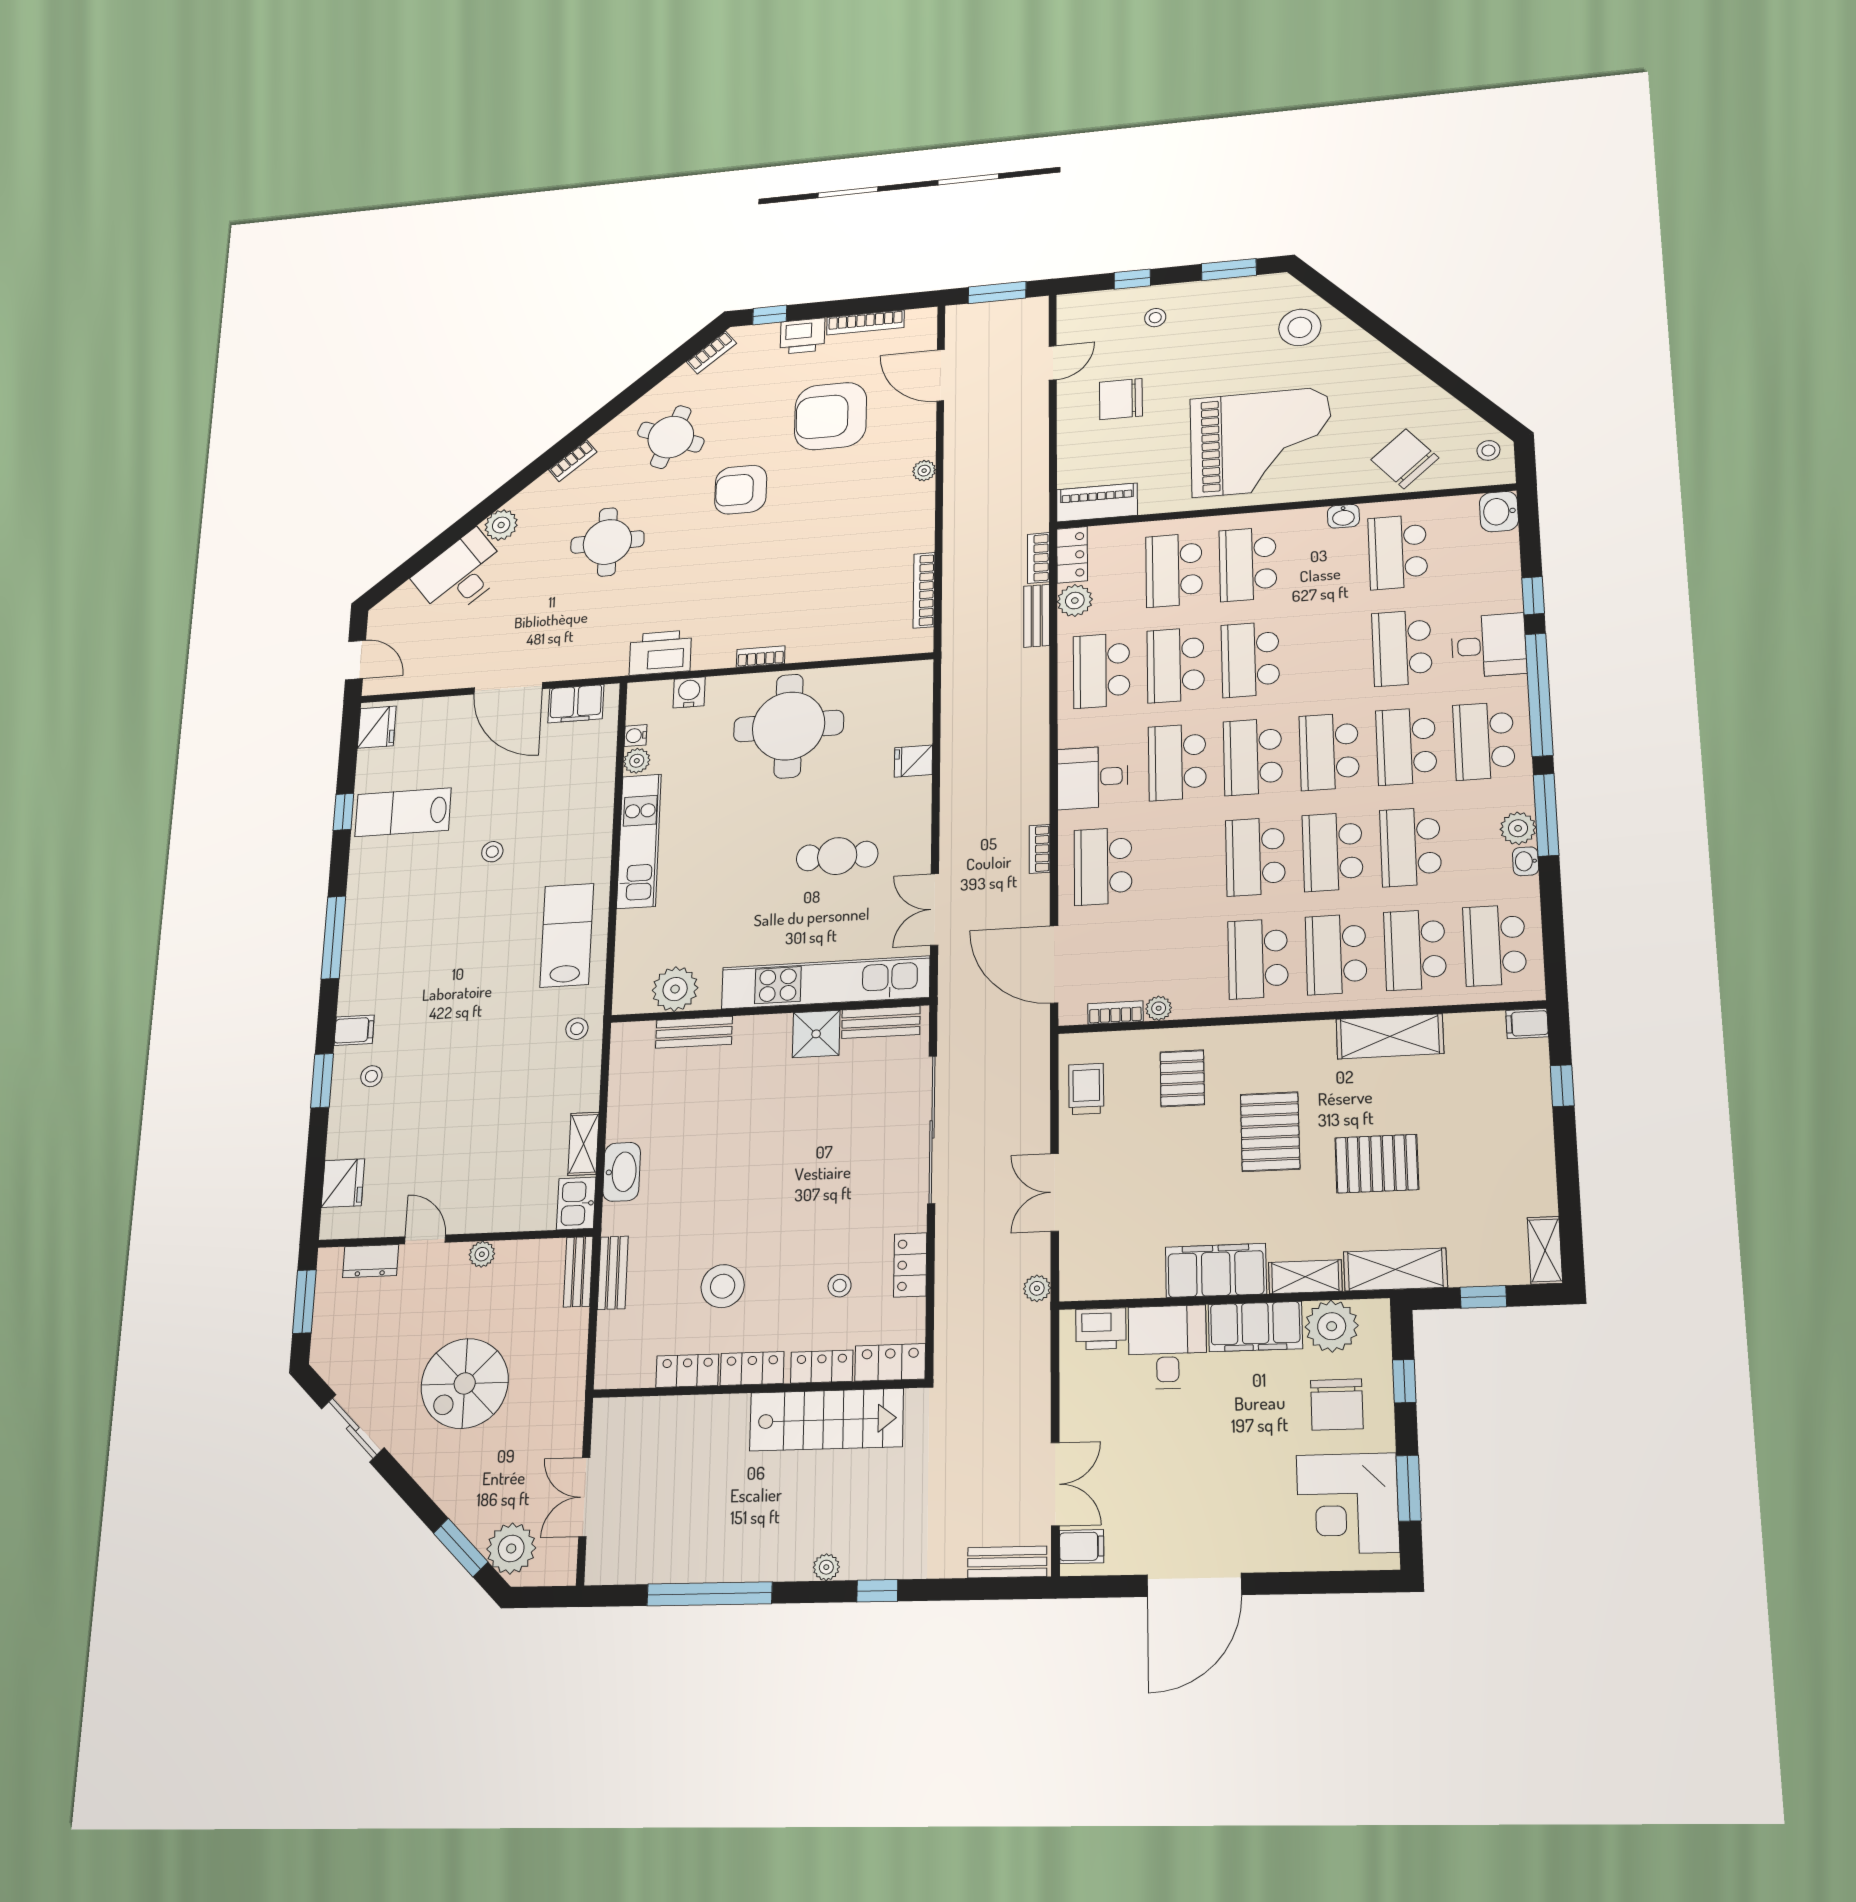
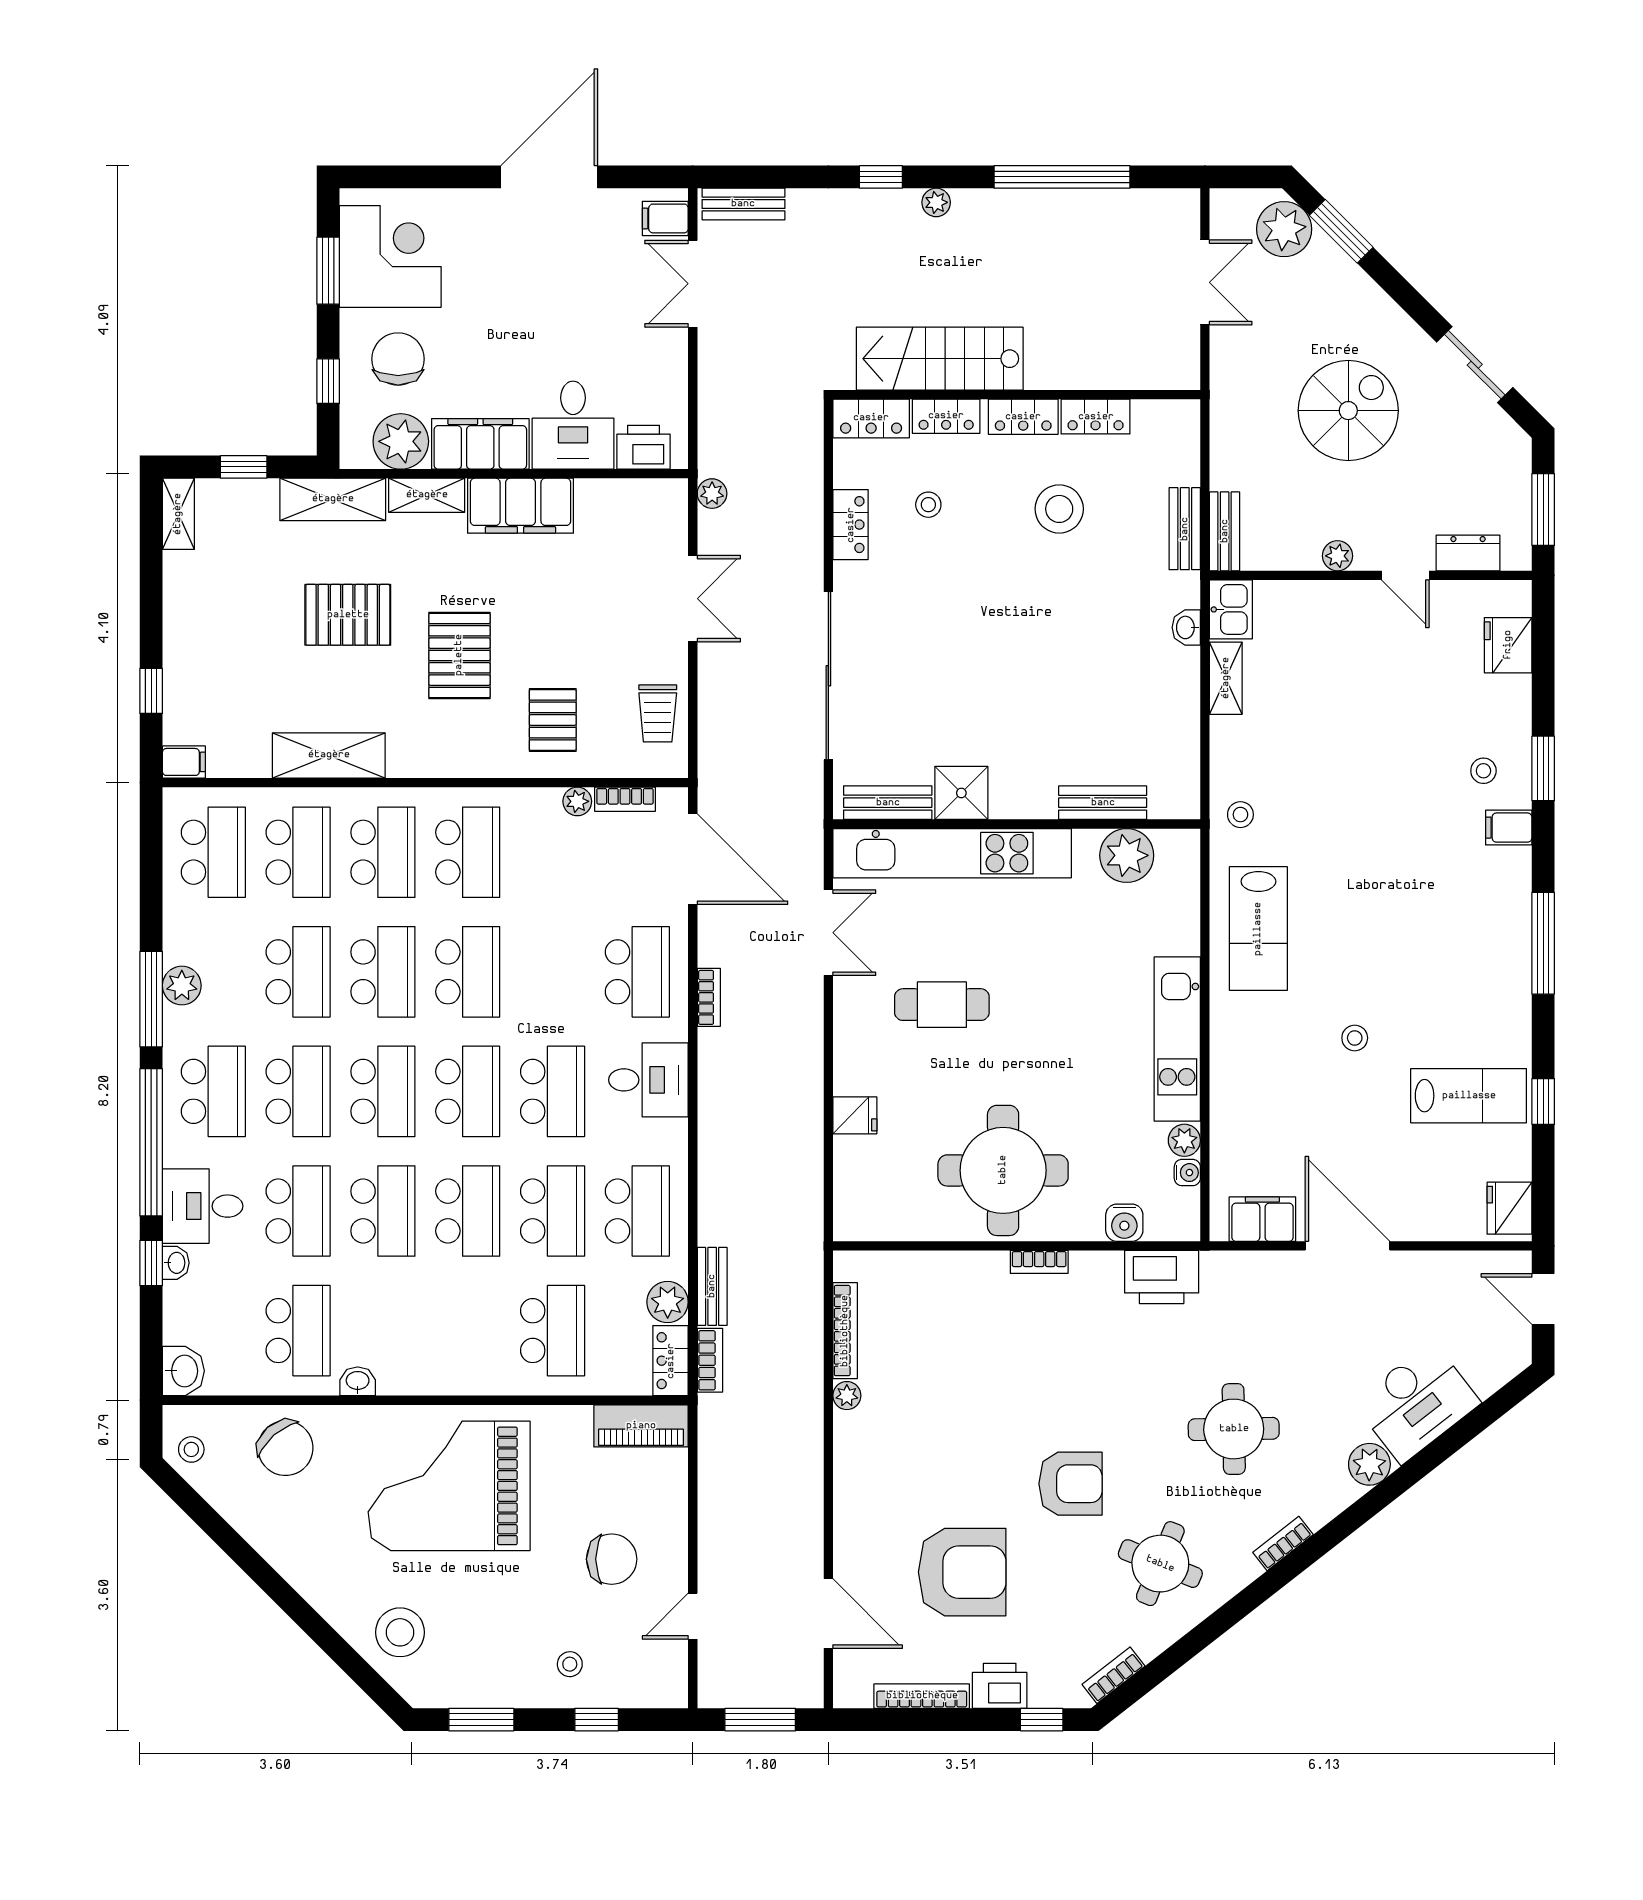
plant: (924, 471) -> (847, 1396), moved
school desk: (1248, 564) -> (383, 1211), moved
washbasin: (1526, 861) -> (176, 1263), moved
washbasin: (622, 1172) -> (1186, 627), width x0.52, depth x0.69

